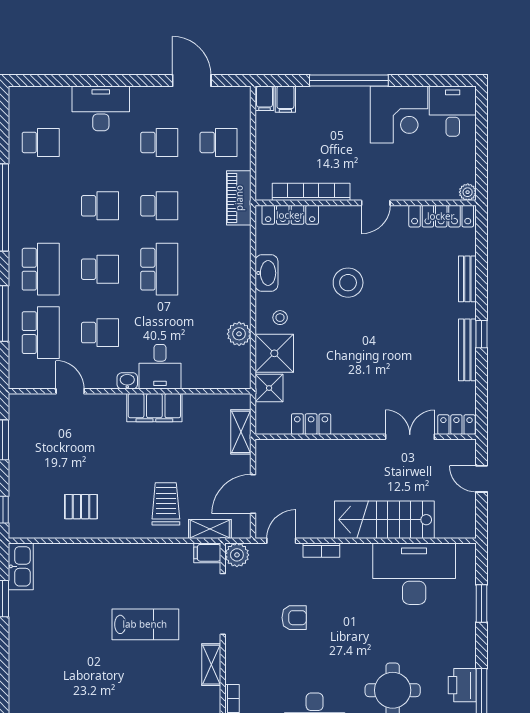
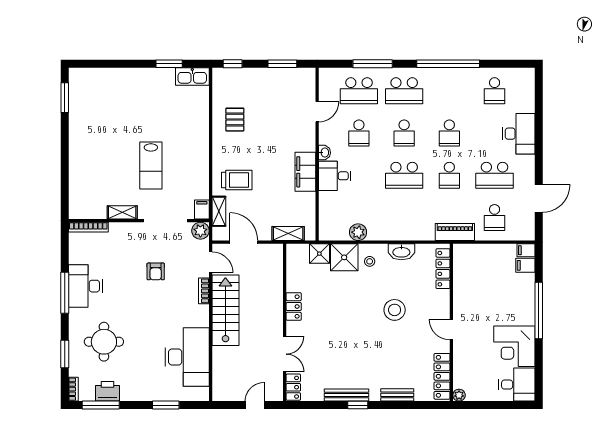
school desk: (159, 142) -> (495, 175), width x1.85
bookcase: (311, 192) -> (459, 284), removed
locker: (311, 424) -> (294, 306), moved
stairs: (384, 520) -> (225, 310), moved

